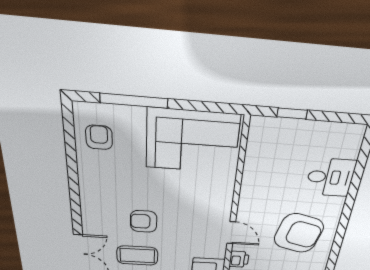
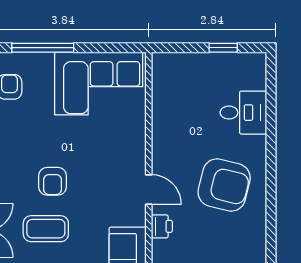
window: (292, 114) -> (223, 48), moved
armchair: (144, 221) -> (53, 181), turned -90

